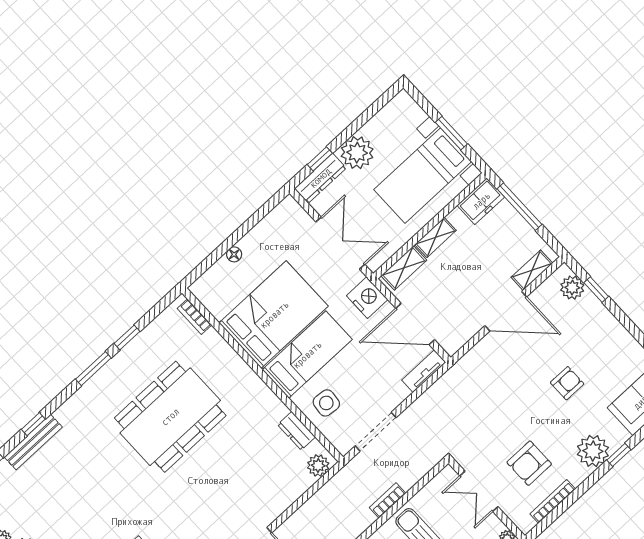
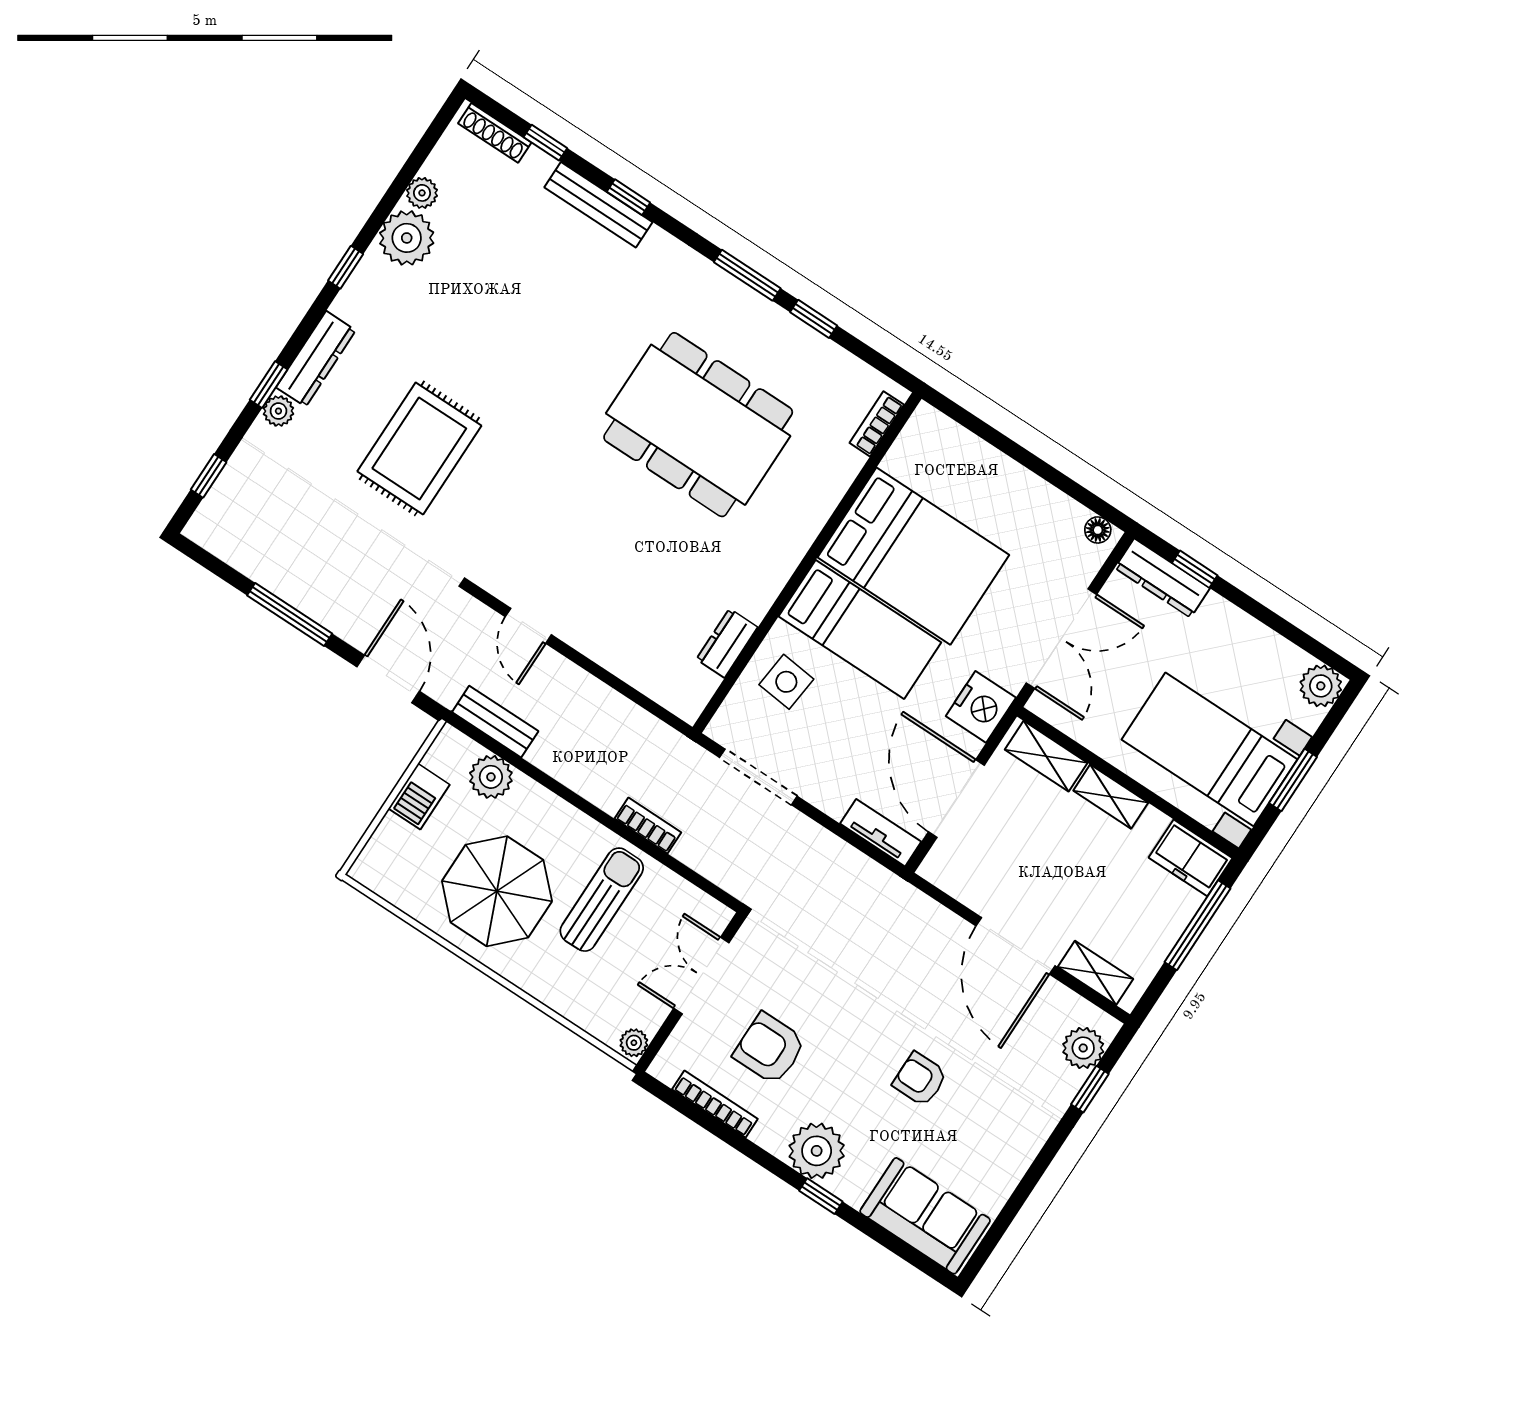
plant: (357, 153) -> (1321, 686), moved, width x0.73, depth x0.73
floor lamp: (234, 254) -> (1098, 530), moved
armchair: (567, 383) -> (920, 1079), turned 180
plant: (318, 466) -> (678, 694), removed

